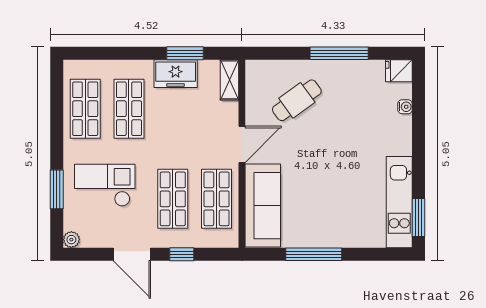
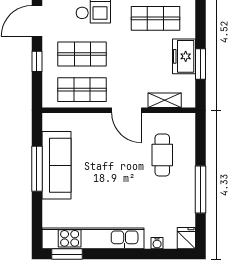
shelving: (230, 80) -> (165, 100), moved
cafe table: (297, 100) -> (162, 155), turned 36
kitchen unit: (399, 202) -> (93, 238), width x1.36
sofa: (263, 206) -> (57, 165), moved, turned -90

